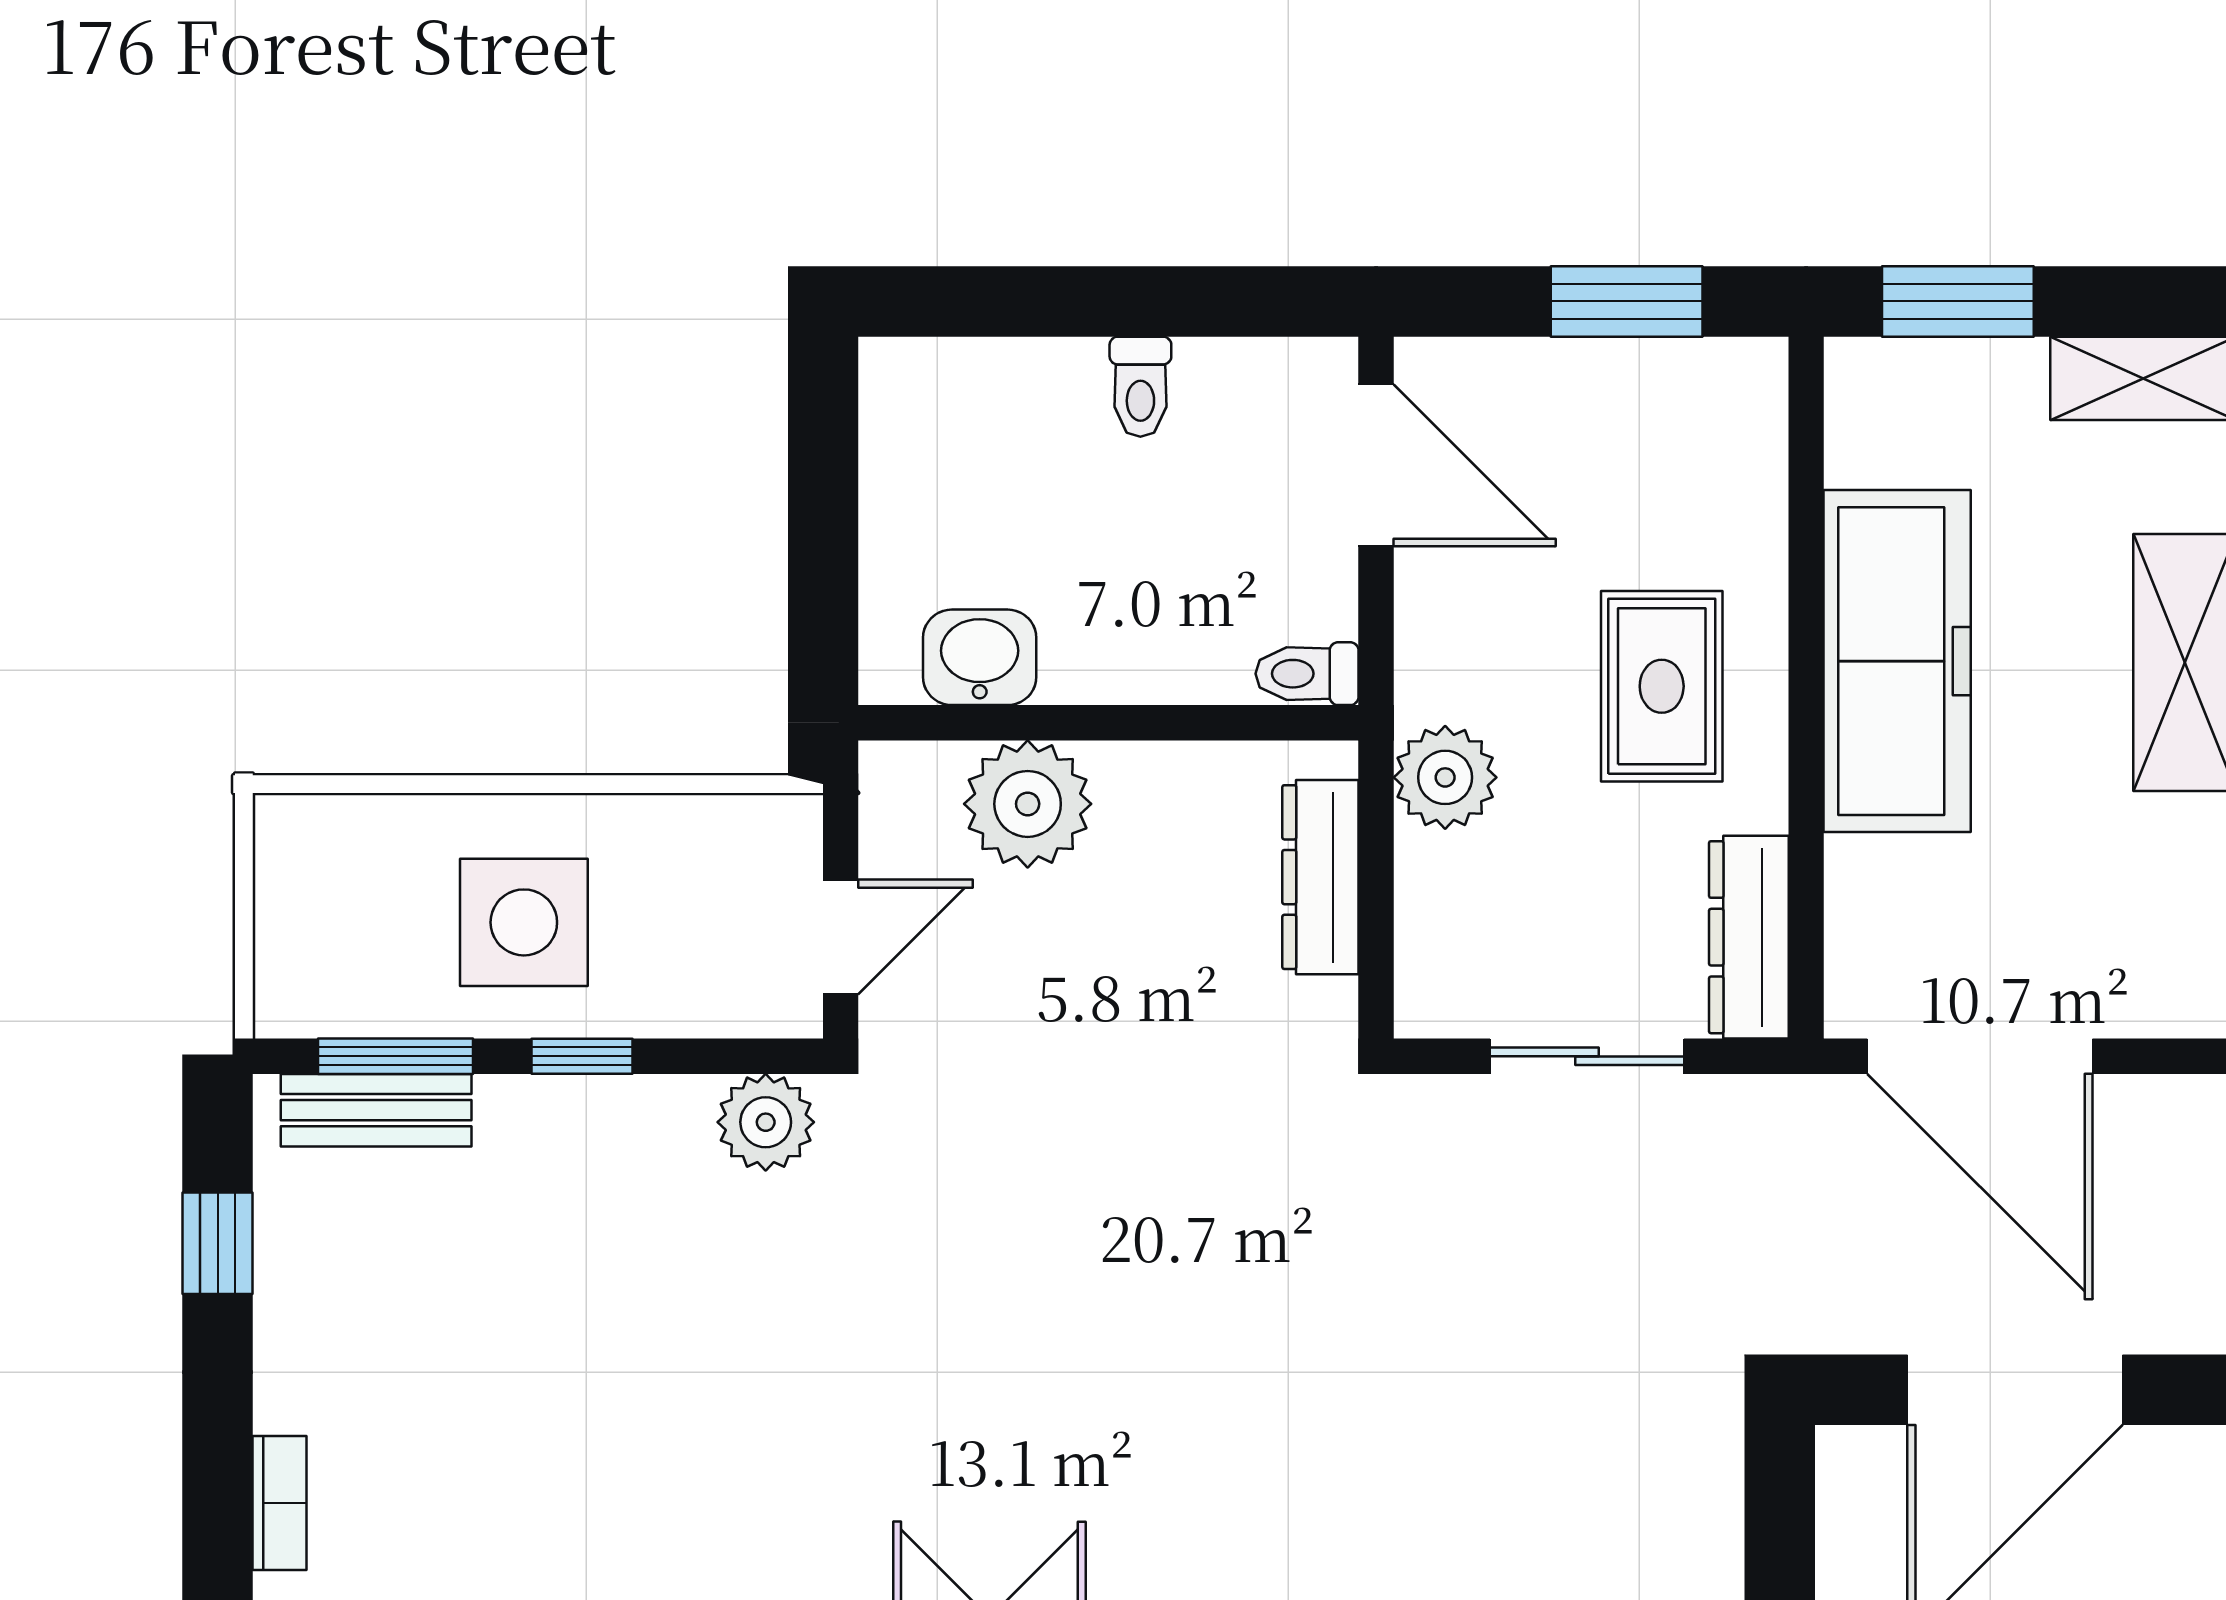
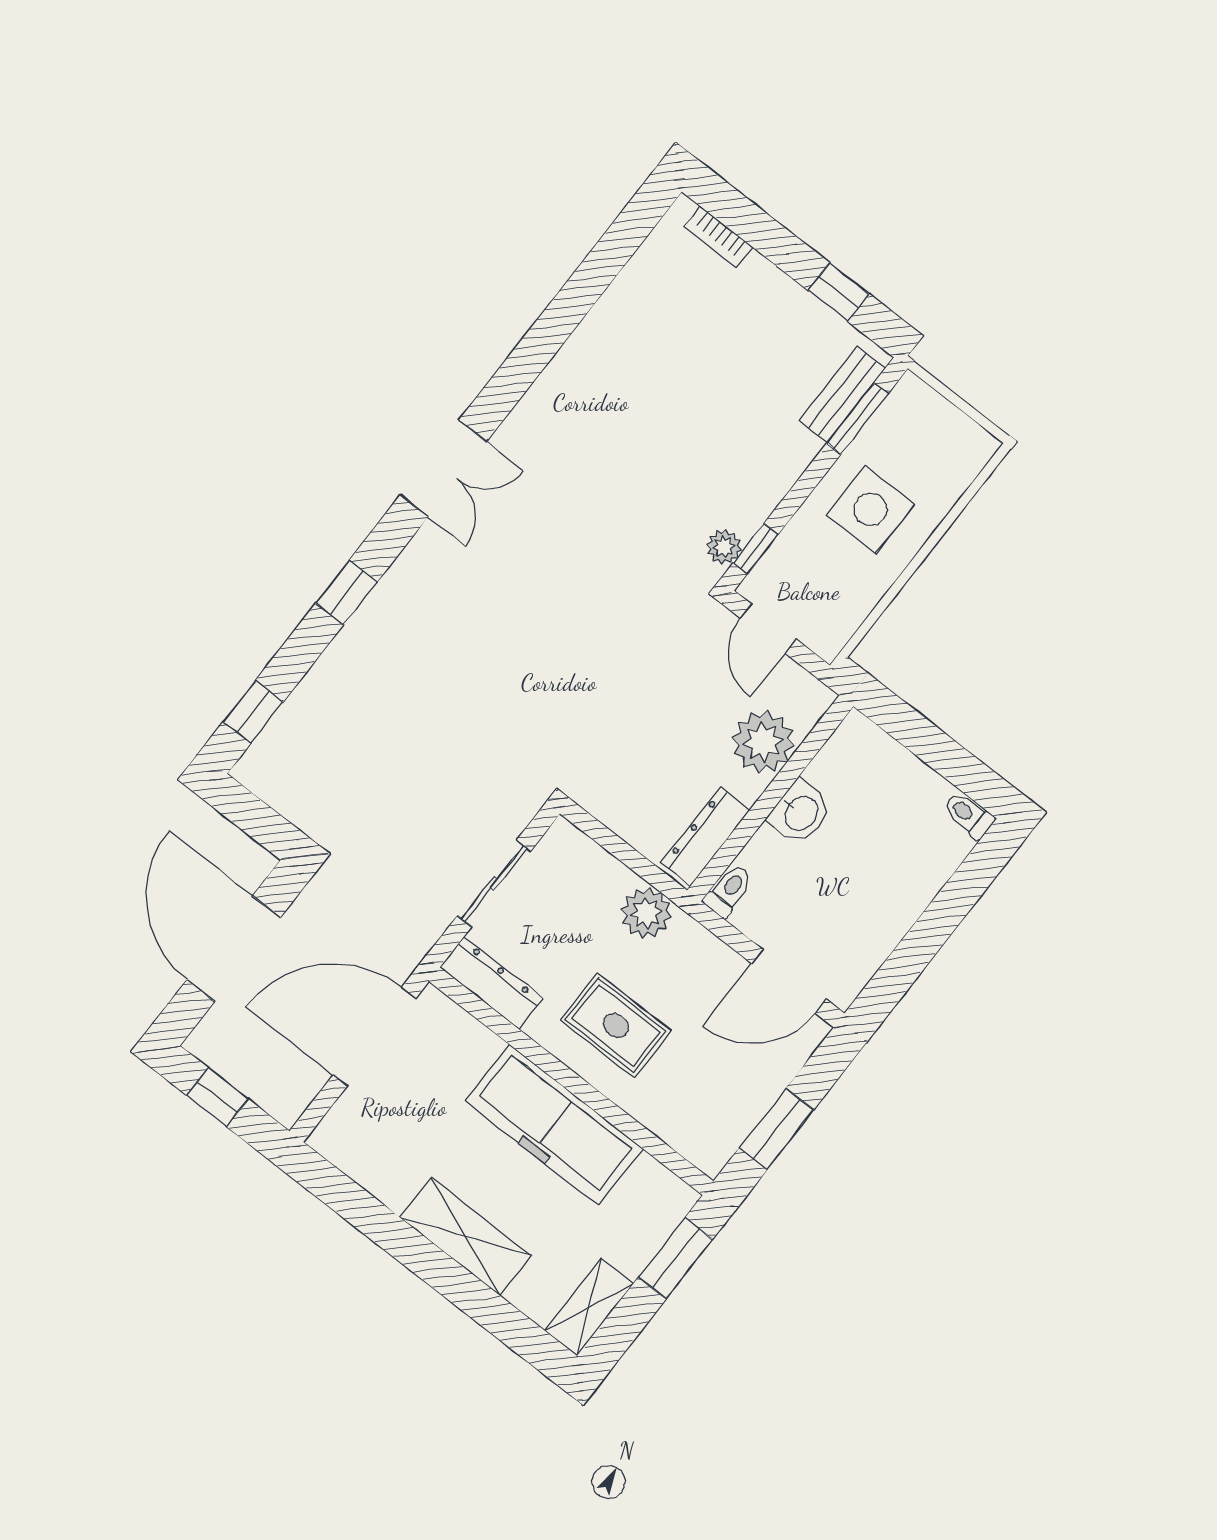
toilet: (1140, 387) -> (968, 815), moved
washbasin: (980, 657) -> (800, 813), moved
dresser: (1320, 877) -> (705, 837), moved, turned -90
window: (582, 1056) -> (756, 549), moved
plant: (766, 1122) -> (724, 547), width x0.73, depth x0.73

